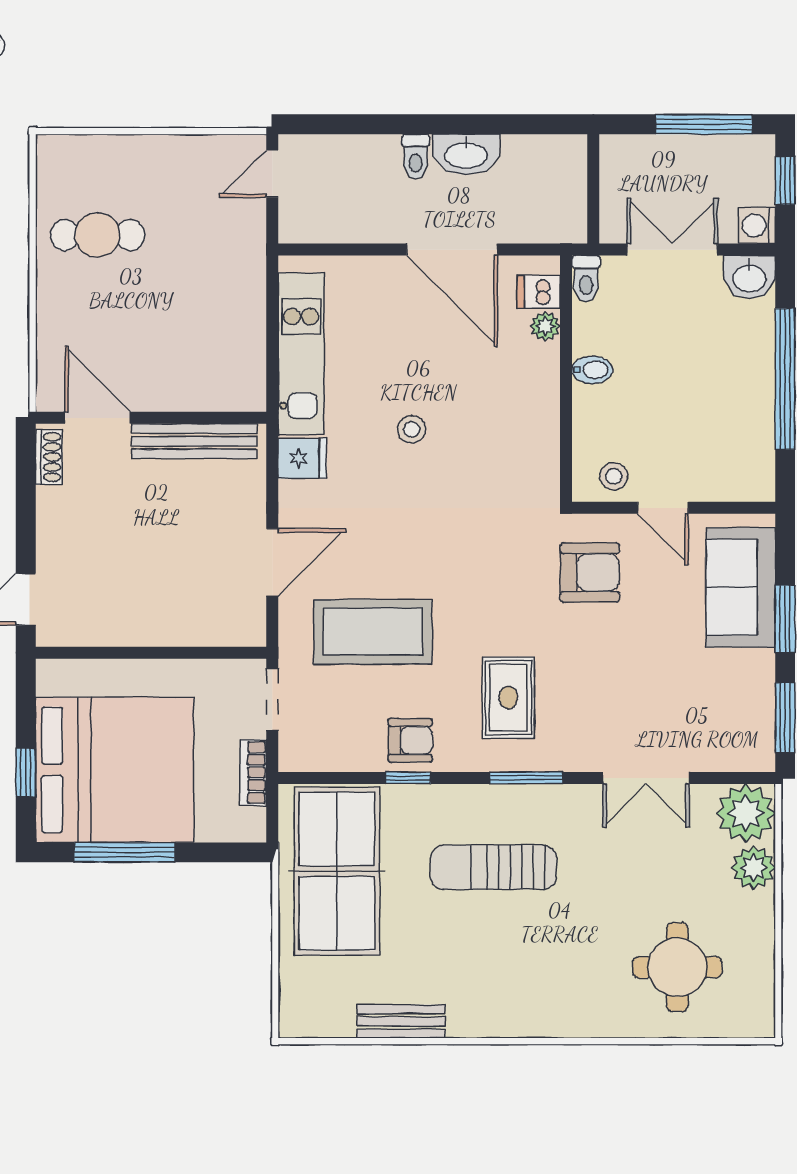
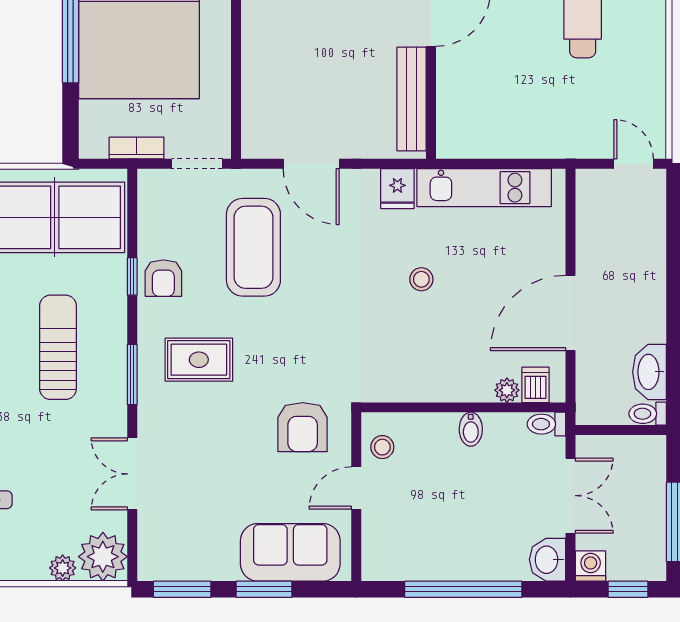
washbasin: (466, 154) -> (649, 372), moved
toilet: (416, 157) -> (648, 414), moved
plant: (754, 868) -> (63, 568), width x0.73, depth x0.73

